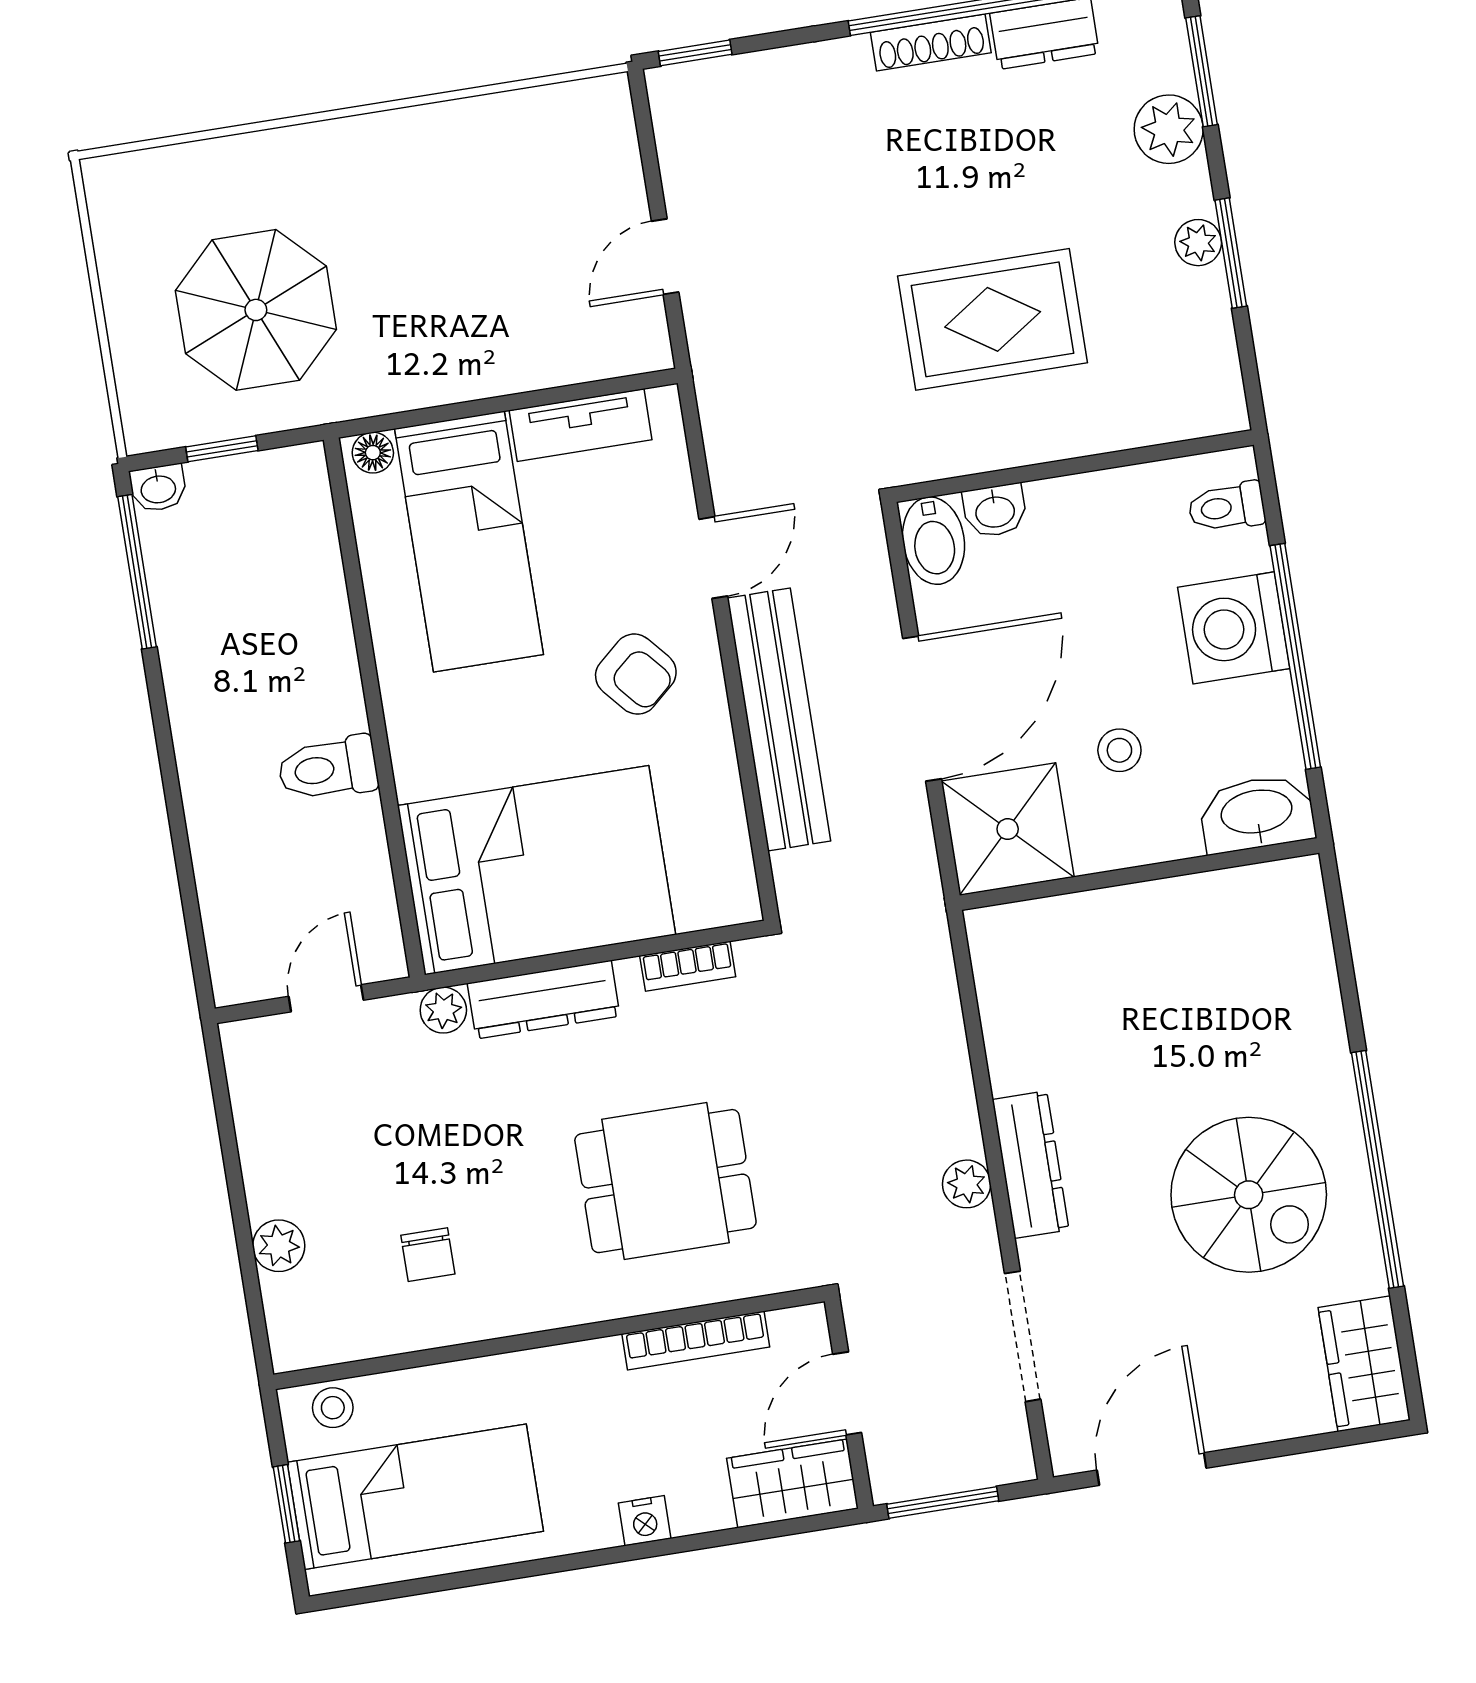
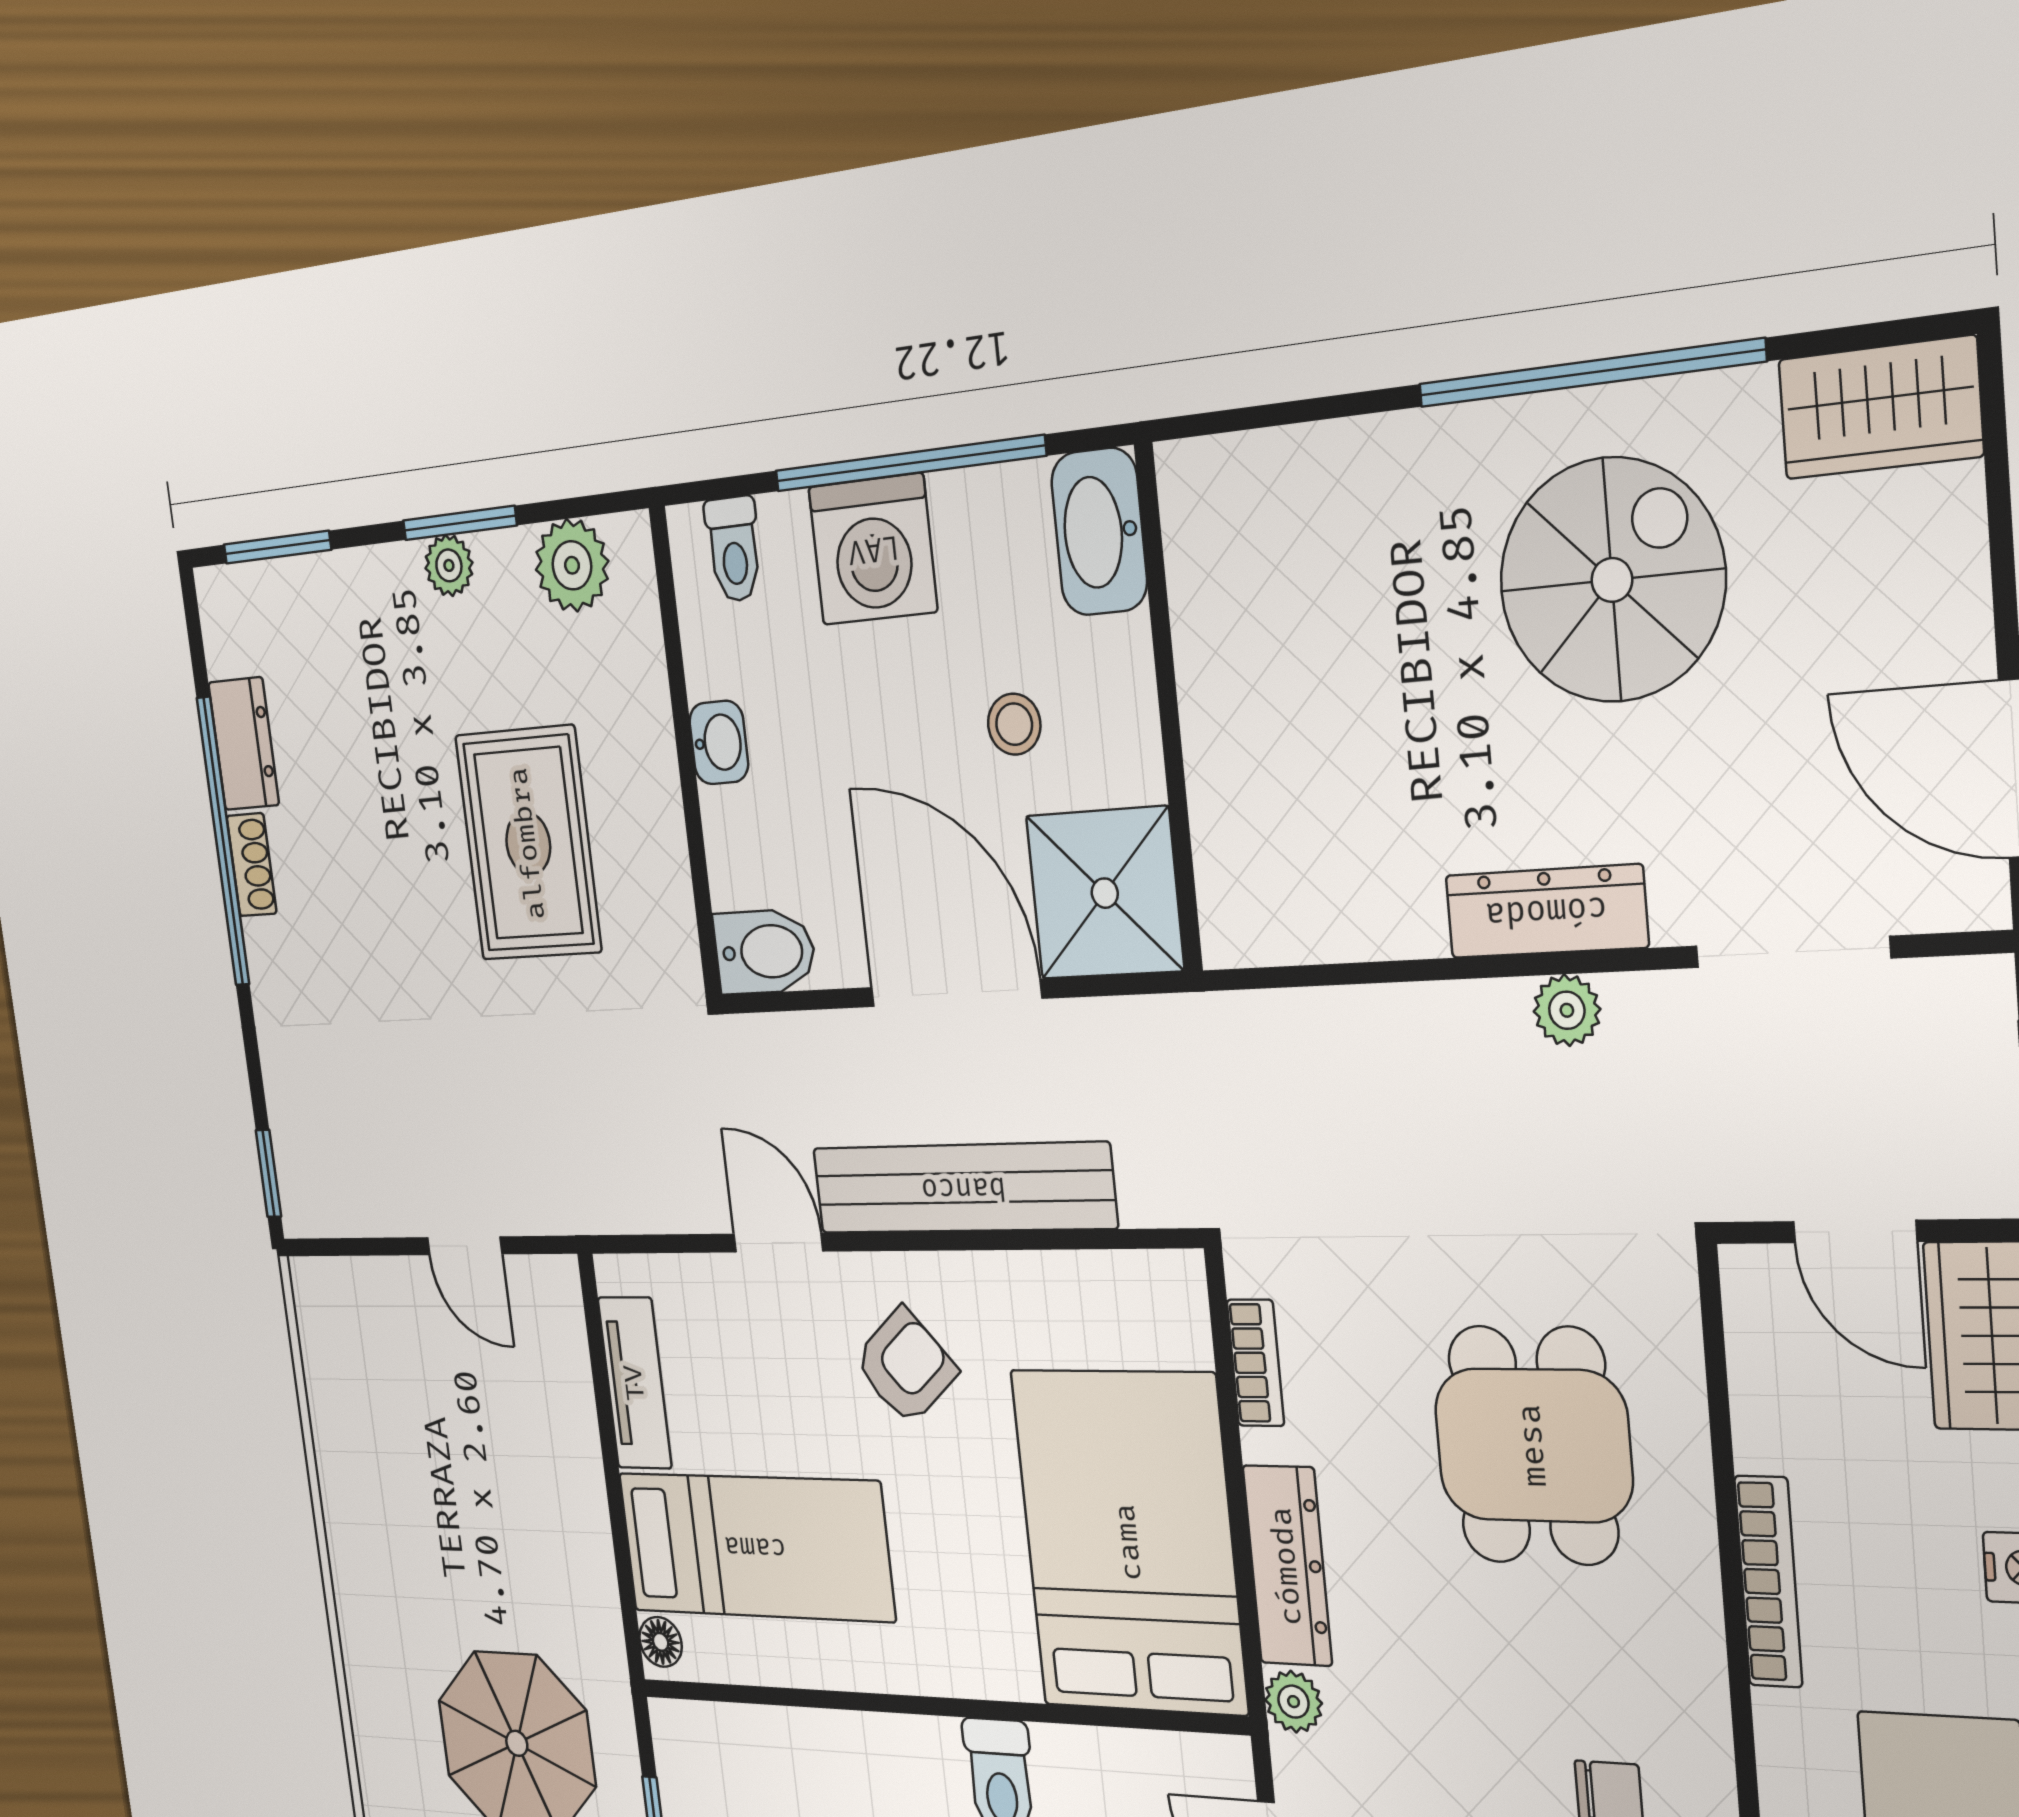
shoe rack: (931, 42) -> (252, 865), width x0.70
plant: (1169, 129) -> (572, 565), moved
washbasin: (995, 511) -> (719, 743), moved
bookcase: (696, 1340) -> (1768, 1582), moved

